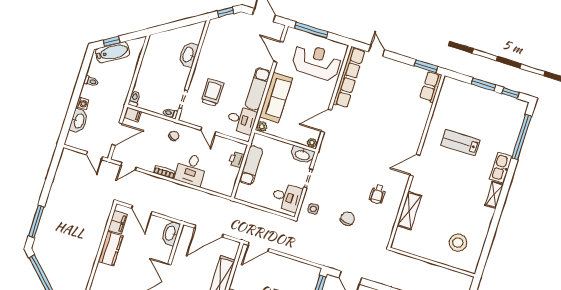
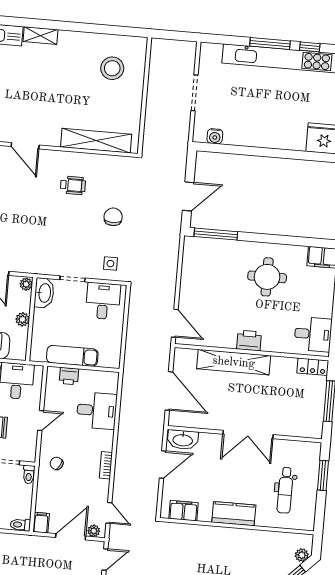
plant: (262, 127) -> (23, 319), moved
door: (117, 134) -> (71, 537), hinge flipped
plant: (118, 152) -> (94, 531), added
desk: (191, 169) -> (97, 411), moved
door: (142, 210) -> (163, 465), moved
shelving: (409, 211) -> (96, 141), width x1.47
chair: (347, 219) -> (113, 217), turned 78
kitchen counter: (110, 249) -> (234, 514), moved

